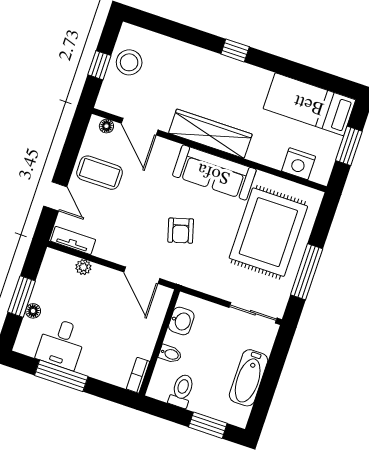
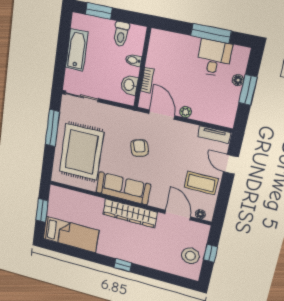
nightstand: (299, 164) -> (71, 197), removed
plant: (83, 267) -> (186, 112), moved
bookcase: (138, 375) -> (147, 80), moved

